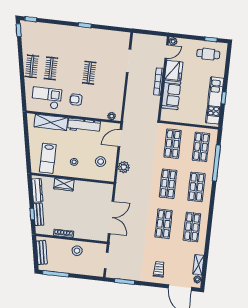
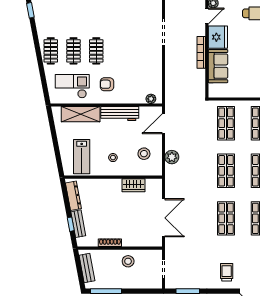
clothes rail: (89, 73) -> (96, 51), moved
wardrobe: (64, 184) -> (133, 185), moved

